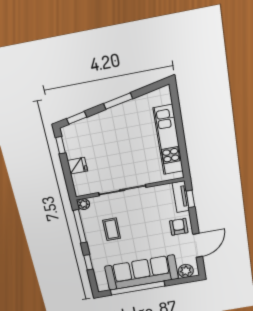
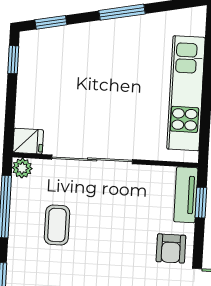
fridge: (77, 166) -> (28, 141), moved
armchair: (179, 227) -> (171, 248), turned 180

